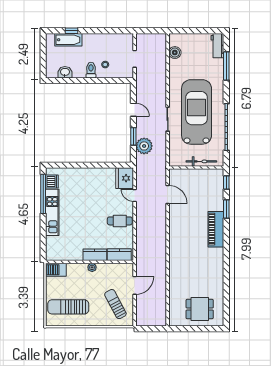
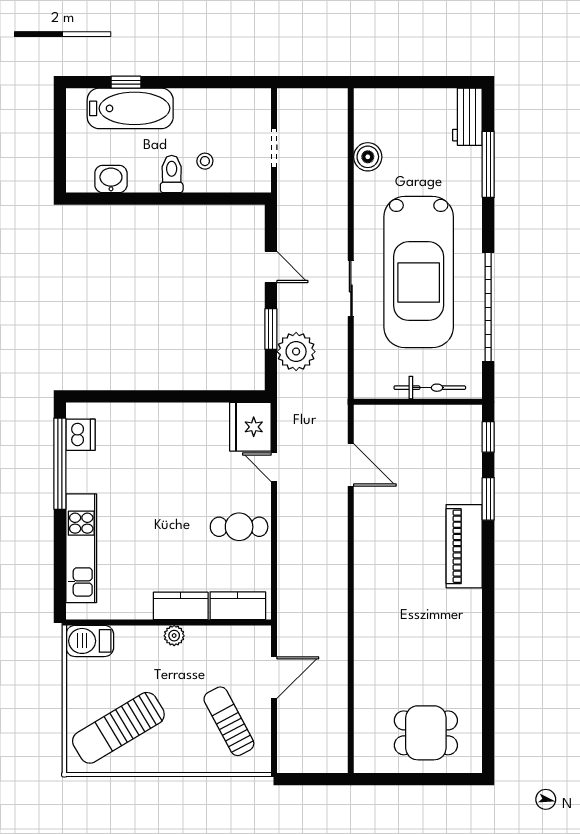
bathtub: (68, 40) -> (130, 108), width x1.36, depth x1.36
boiler: (175, 53) -> (368, 157), moved
car: (197, 112) -> (419, 272), turned 180
kitchen unit: (52, 212) -> (81, 548), moved
sun lounger: (68, 307) -> (118, 728), turned -31

